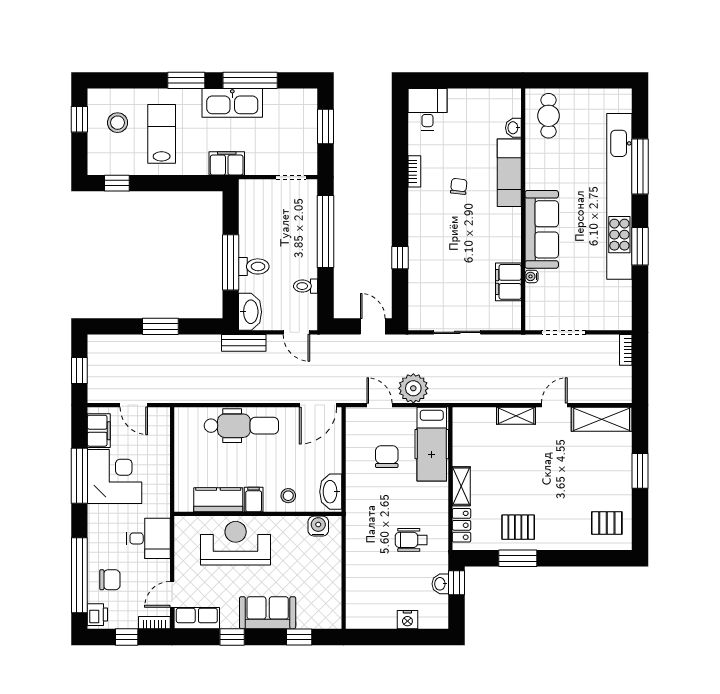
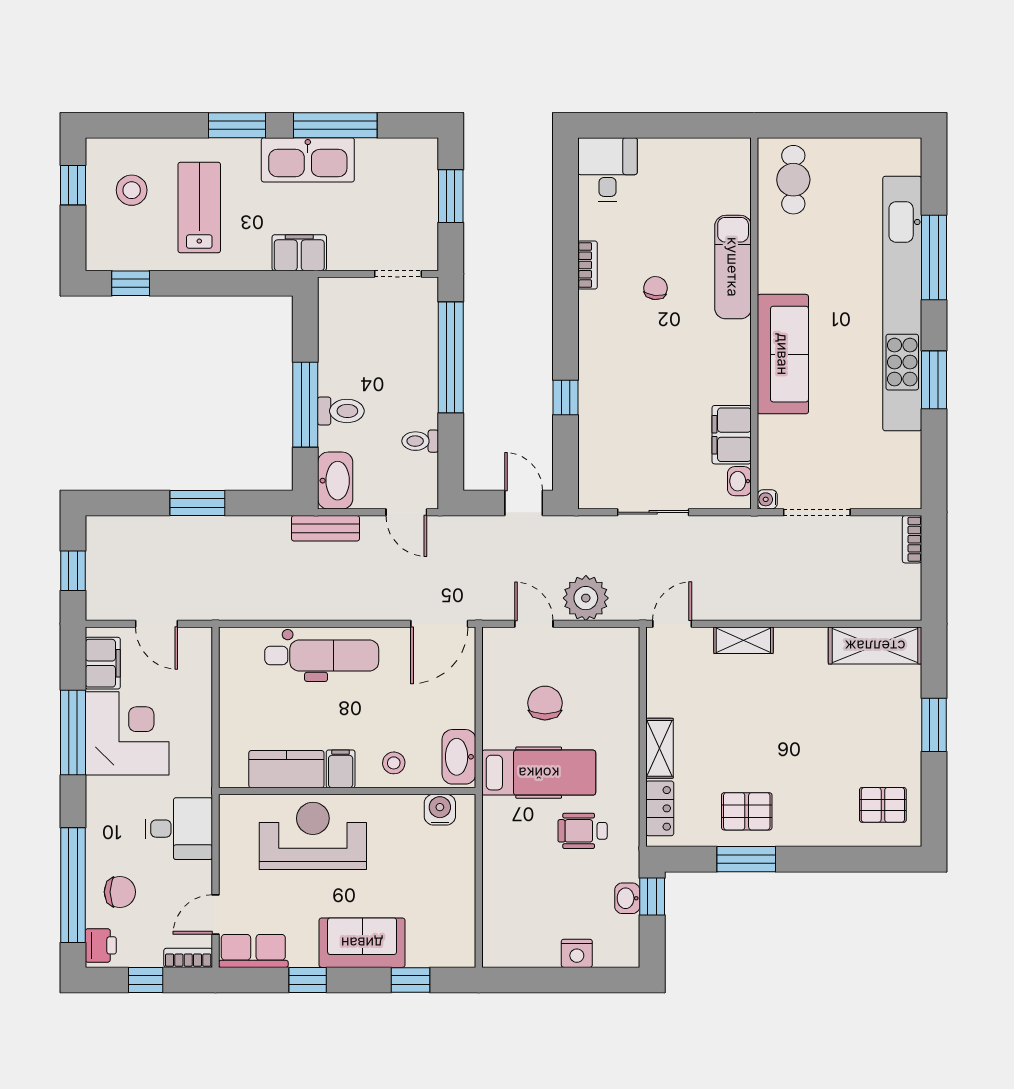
washbasin: (513, 128) -> (739, 481), moved
water cooler: (532, 276) -> (767, 499), moved
door: (554, 405) -> (672, 624), moved
hospital bed: (432, 444) -> (539, 773), moved, turned -90

